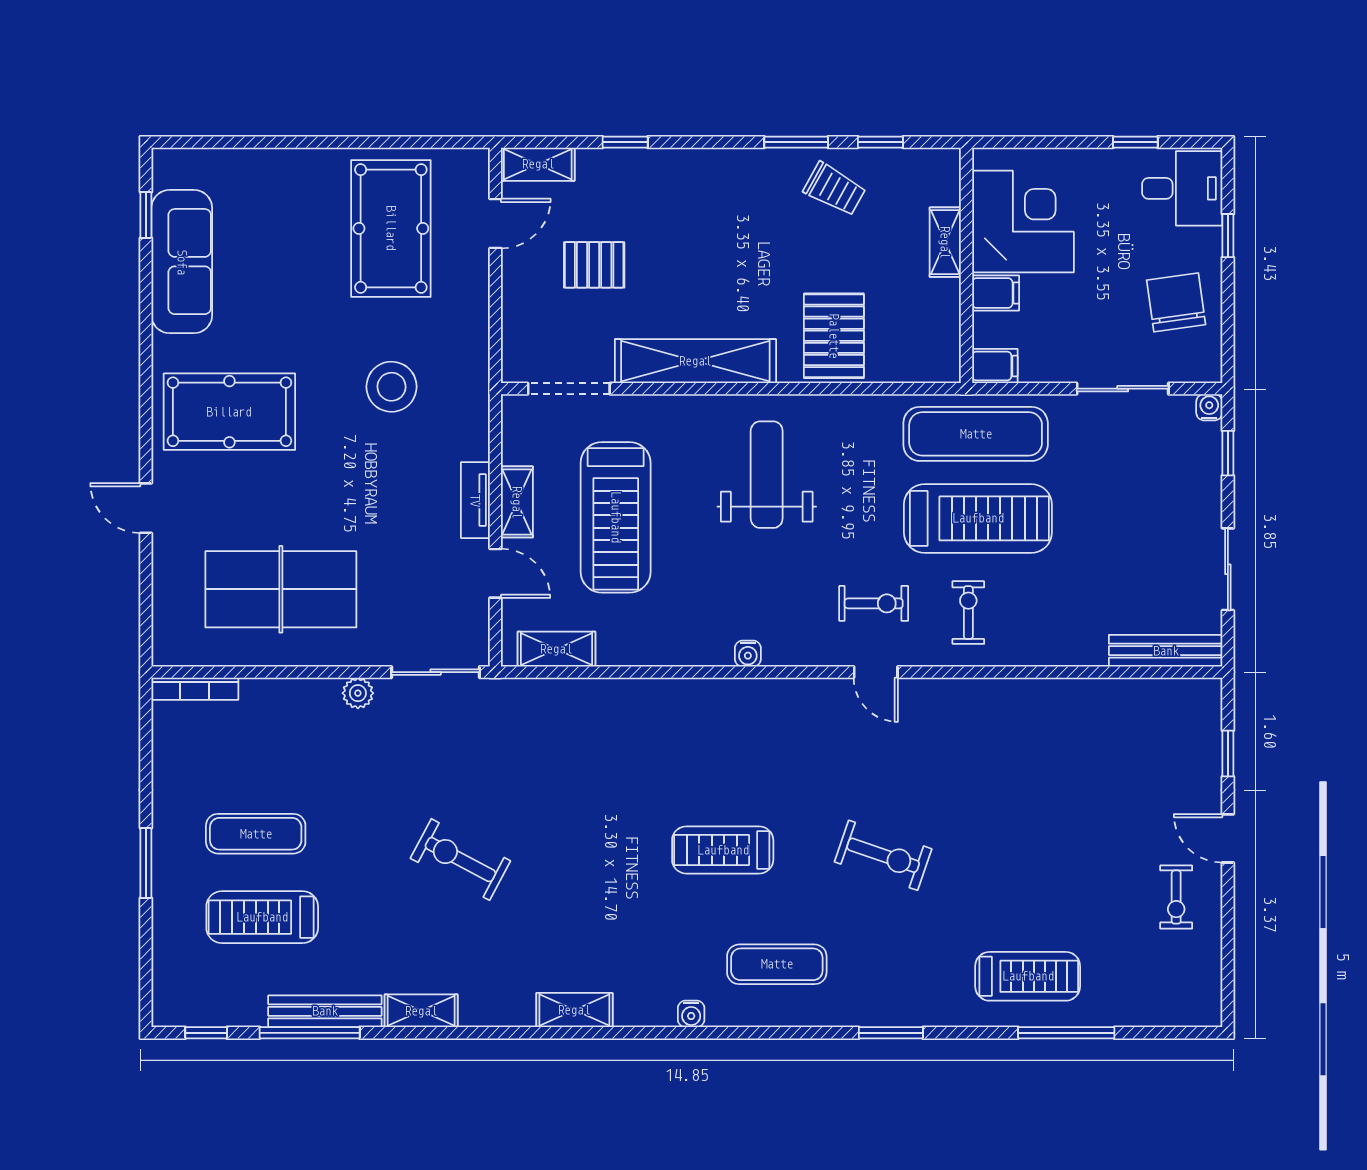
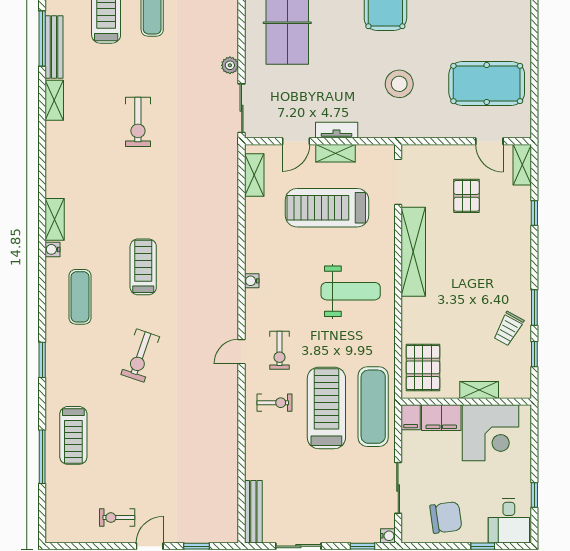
filing cabinet: (996, 293) -> (441, 418), width x2.00
pallet: (834, 336) -> (423, 367), moved, turned 90
treadmill: (978, 518) -> (326, 408), turned 180
exercise bike: (460, 860) -> (138, 122), turned 152
shelving: (574, 1010) -> (55, 219), moved

